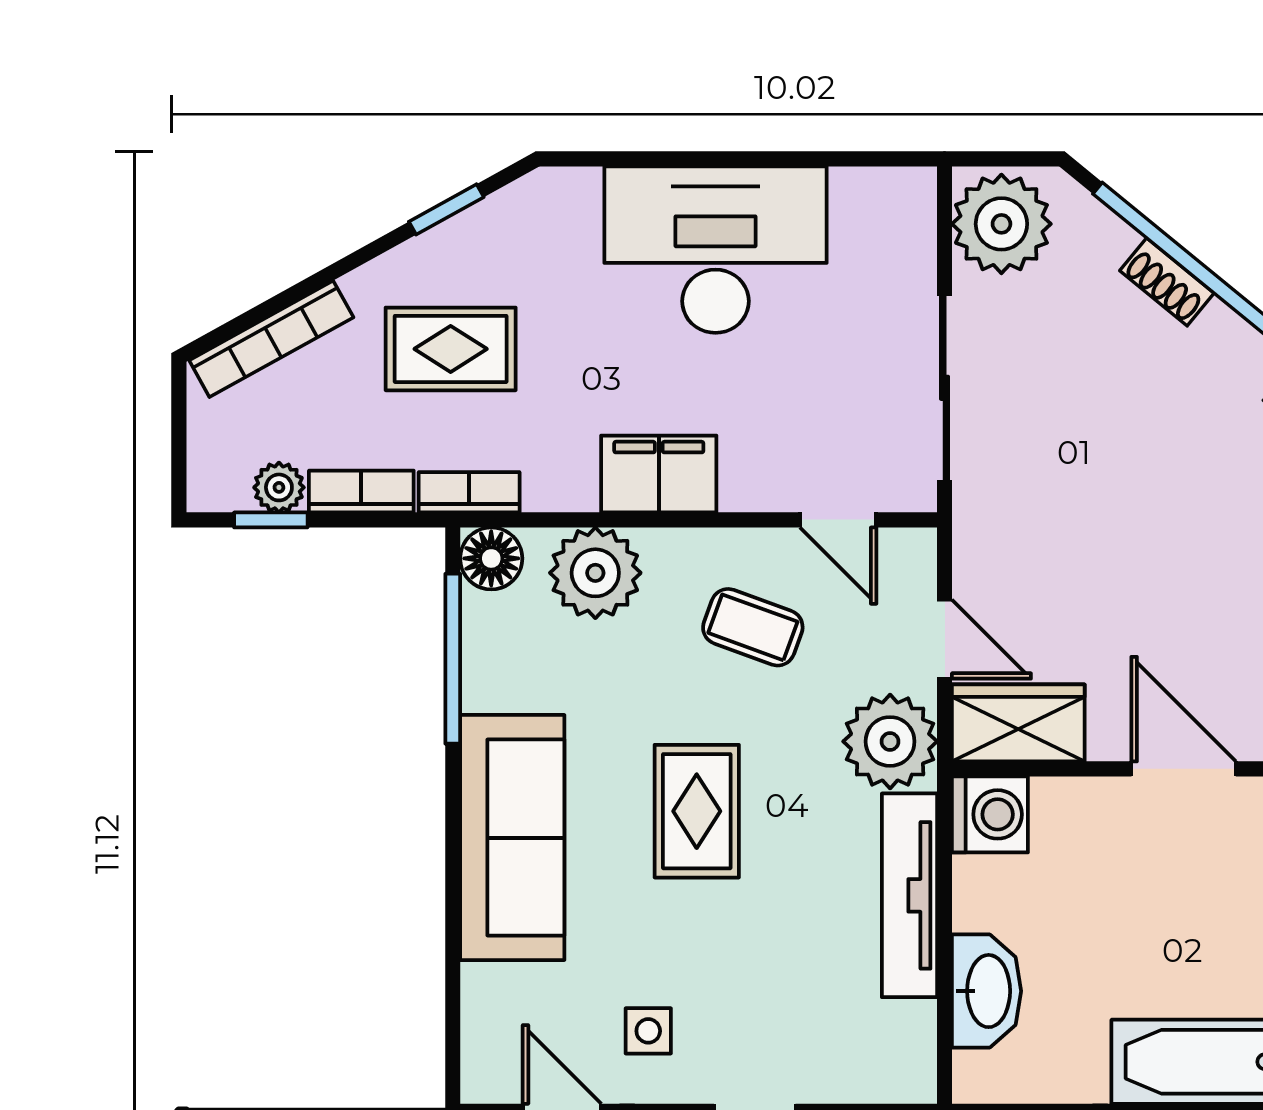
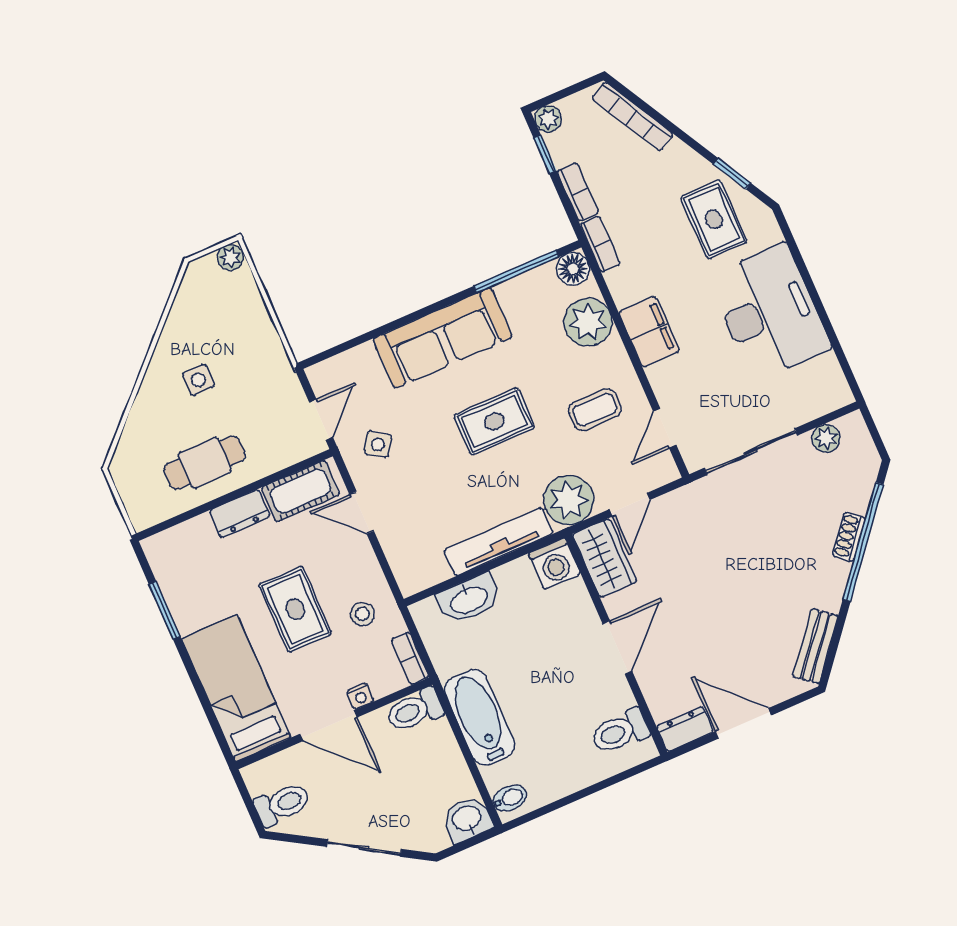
plant: (1001, 224) -> (826, 438), width x0.53, depth x0.53
rug: (451, 349) -> (714, 219), moved
plant: (279, 487) -> (548, 119), moved
coffee table: (753, 627) -> (595, 410), turned 70
side table: (648, 1031) -> (378, 444), turned 34

